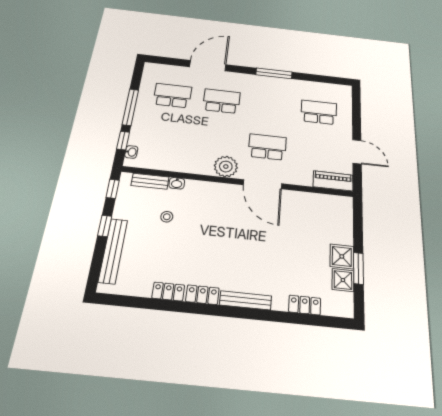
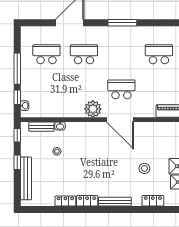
stool: (294, 255) -> (144, 168), added

